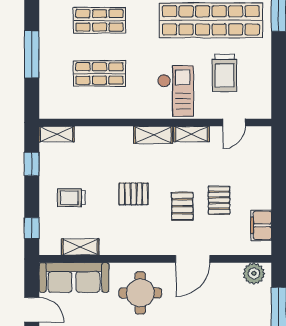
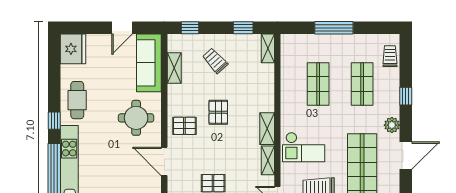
trolley: (71, 198) -> (215, 61), turned -42
pallet: (182, 206) -> (184, 126), moved

